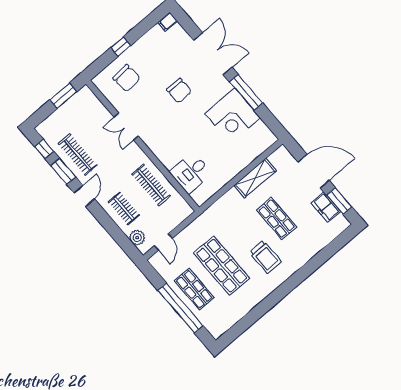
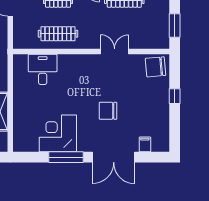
filing cabinet: (168, 22) -> (145, 144), moved
chair: (127, 78) -> (156, 67), moved

